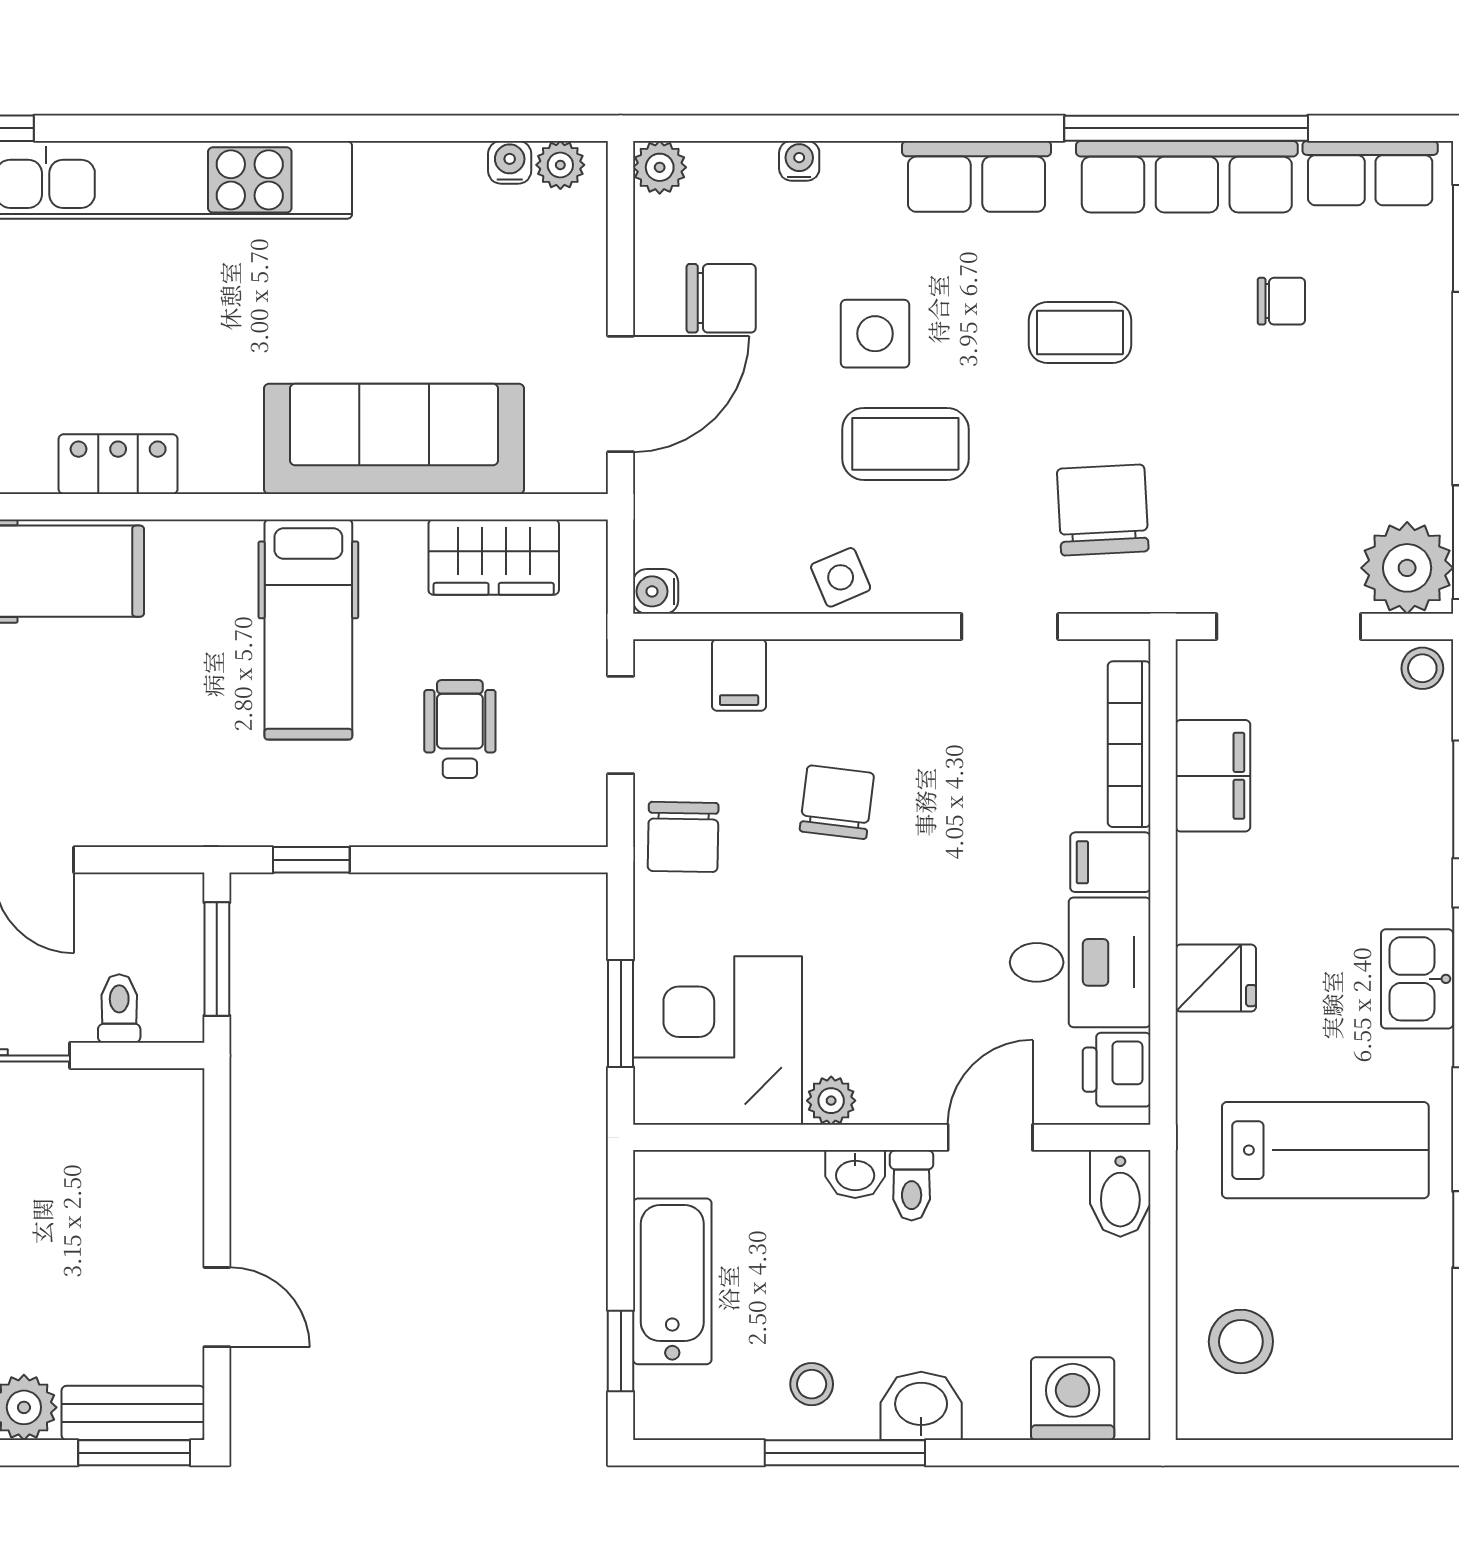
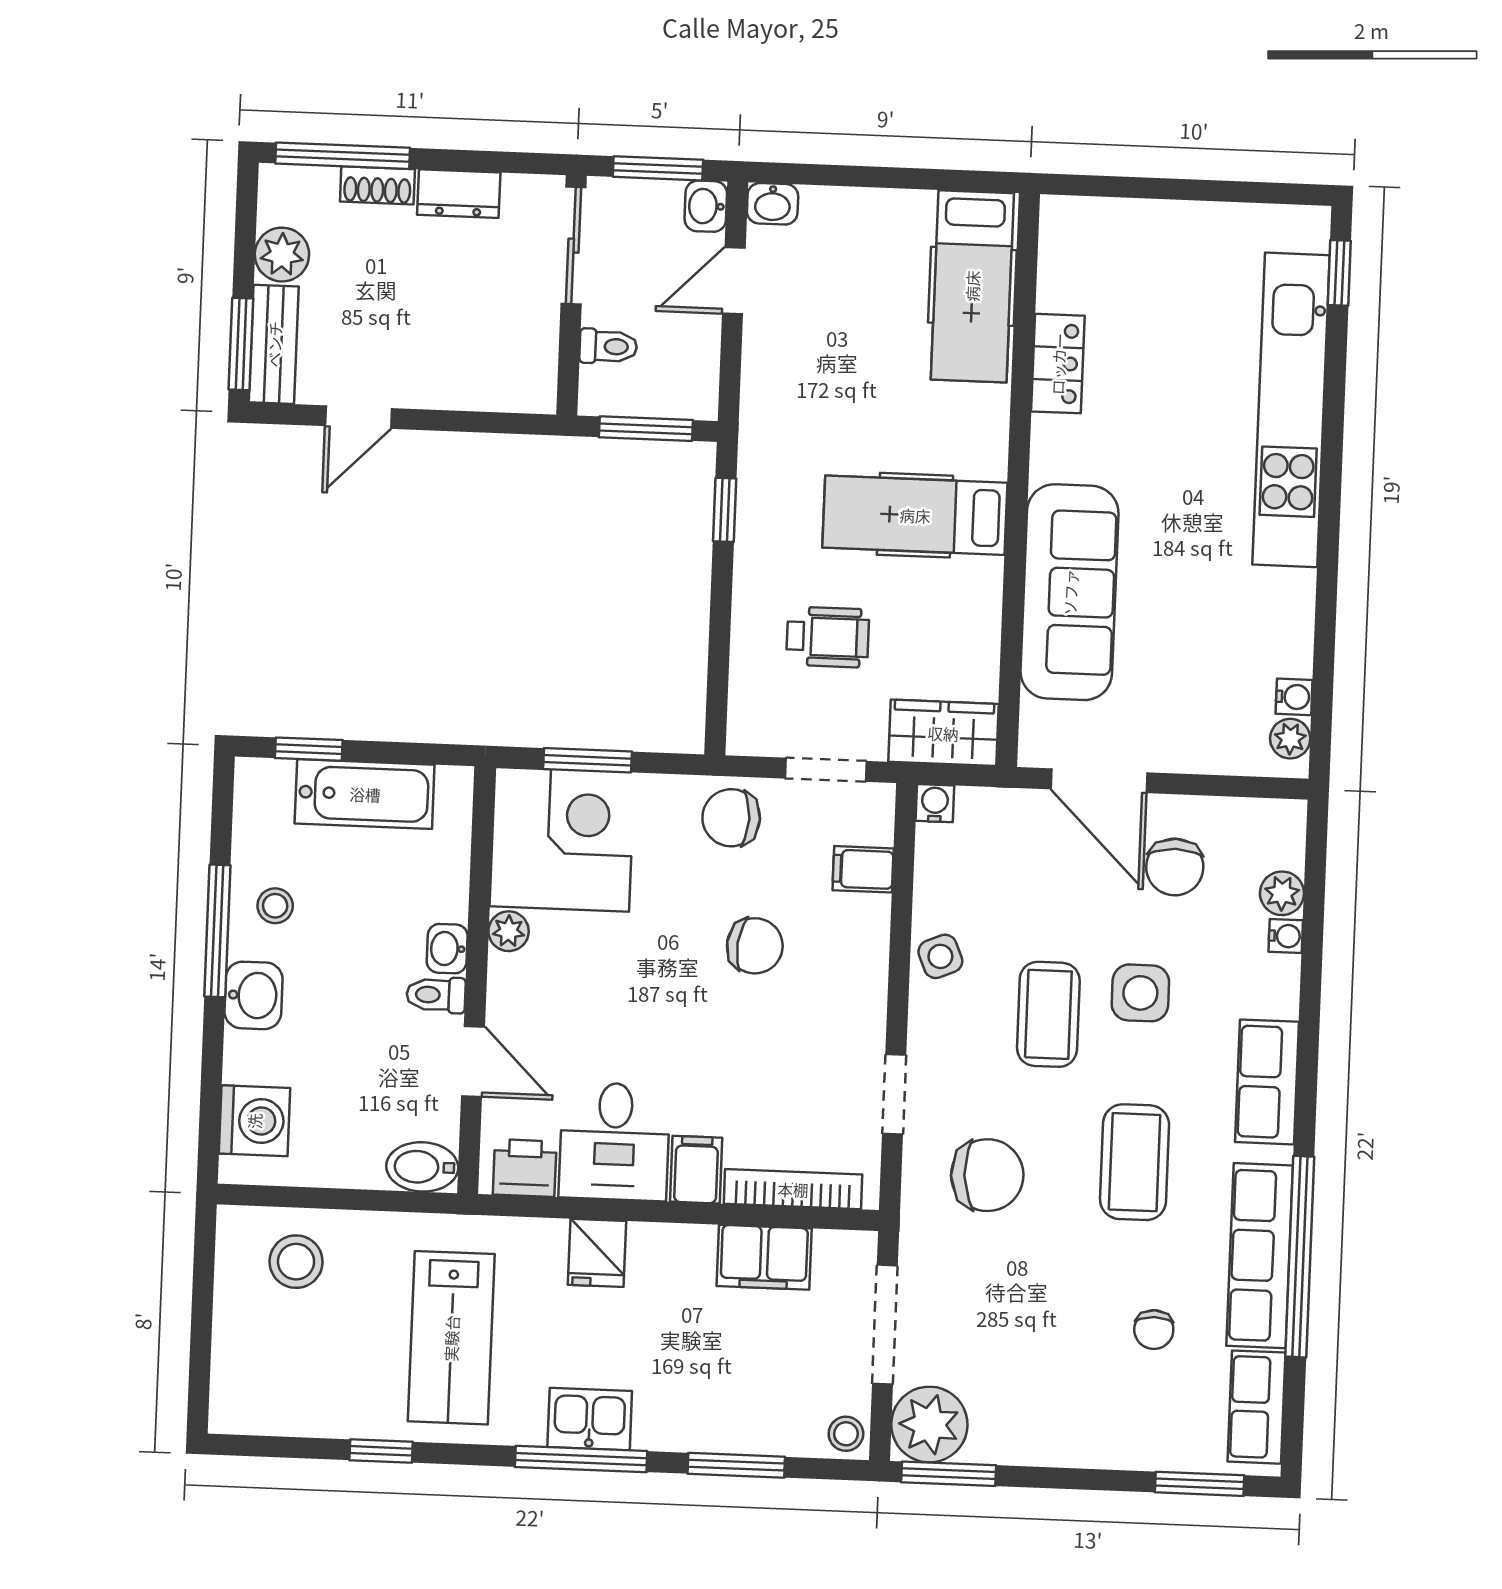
plant: (660, 167) -> (1282, 893), moved
coffee table: (1080, 333) -> (1135, 1162), width x1.36, depth x1.30
wardrobe: (494, 557) -> (943, 733), moved, turned 90

